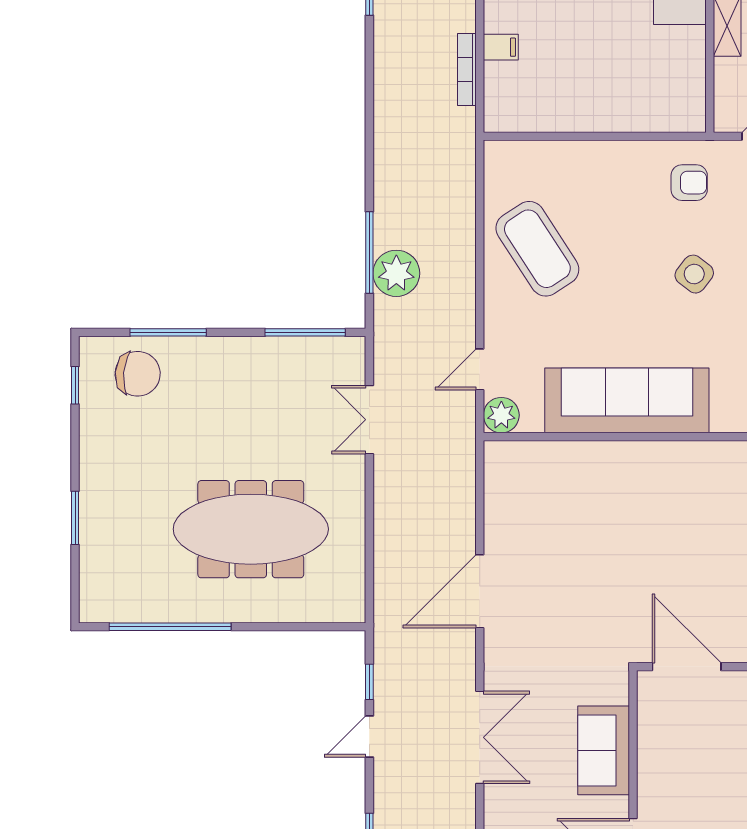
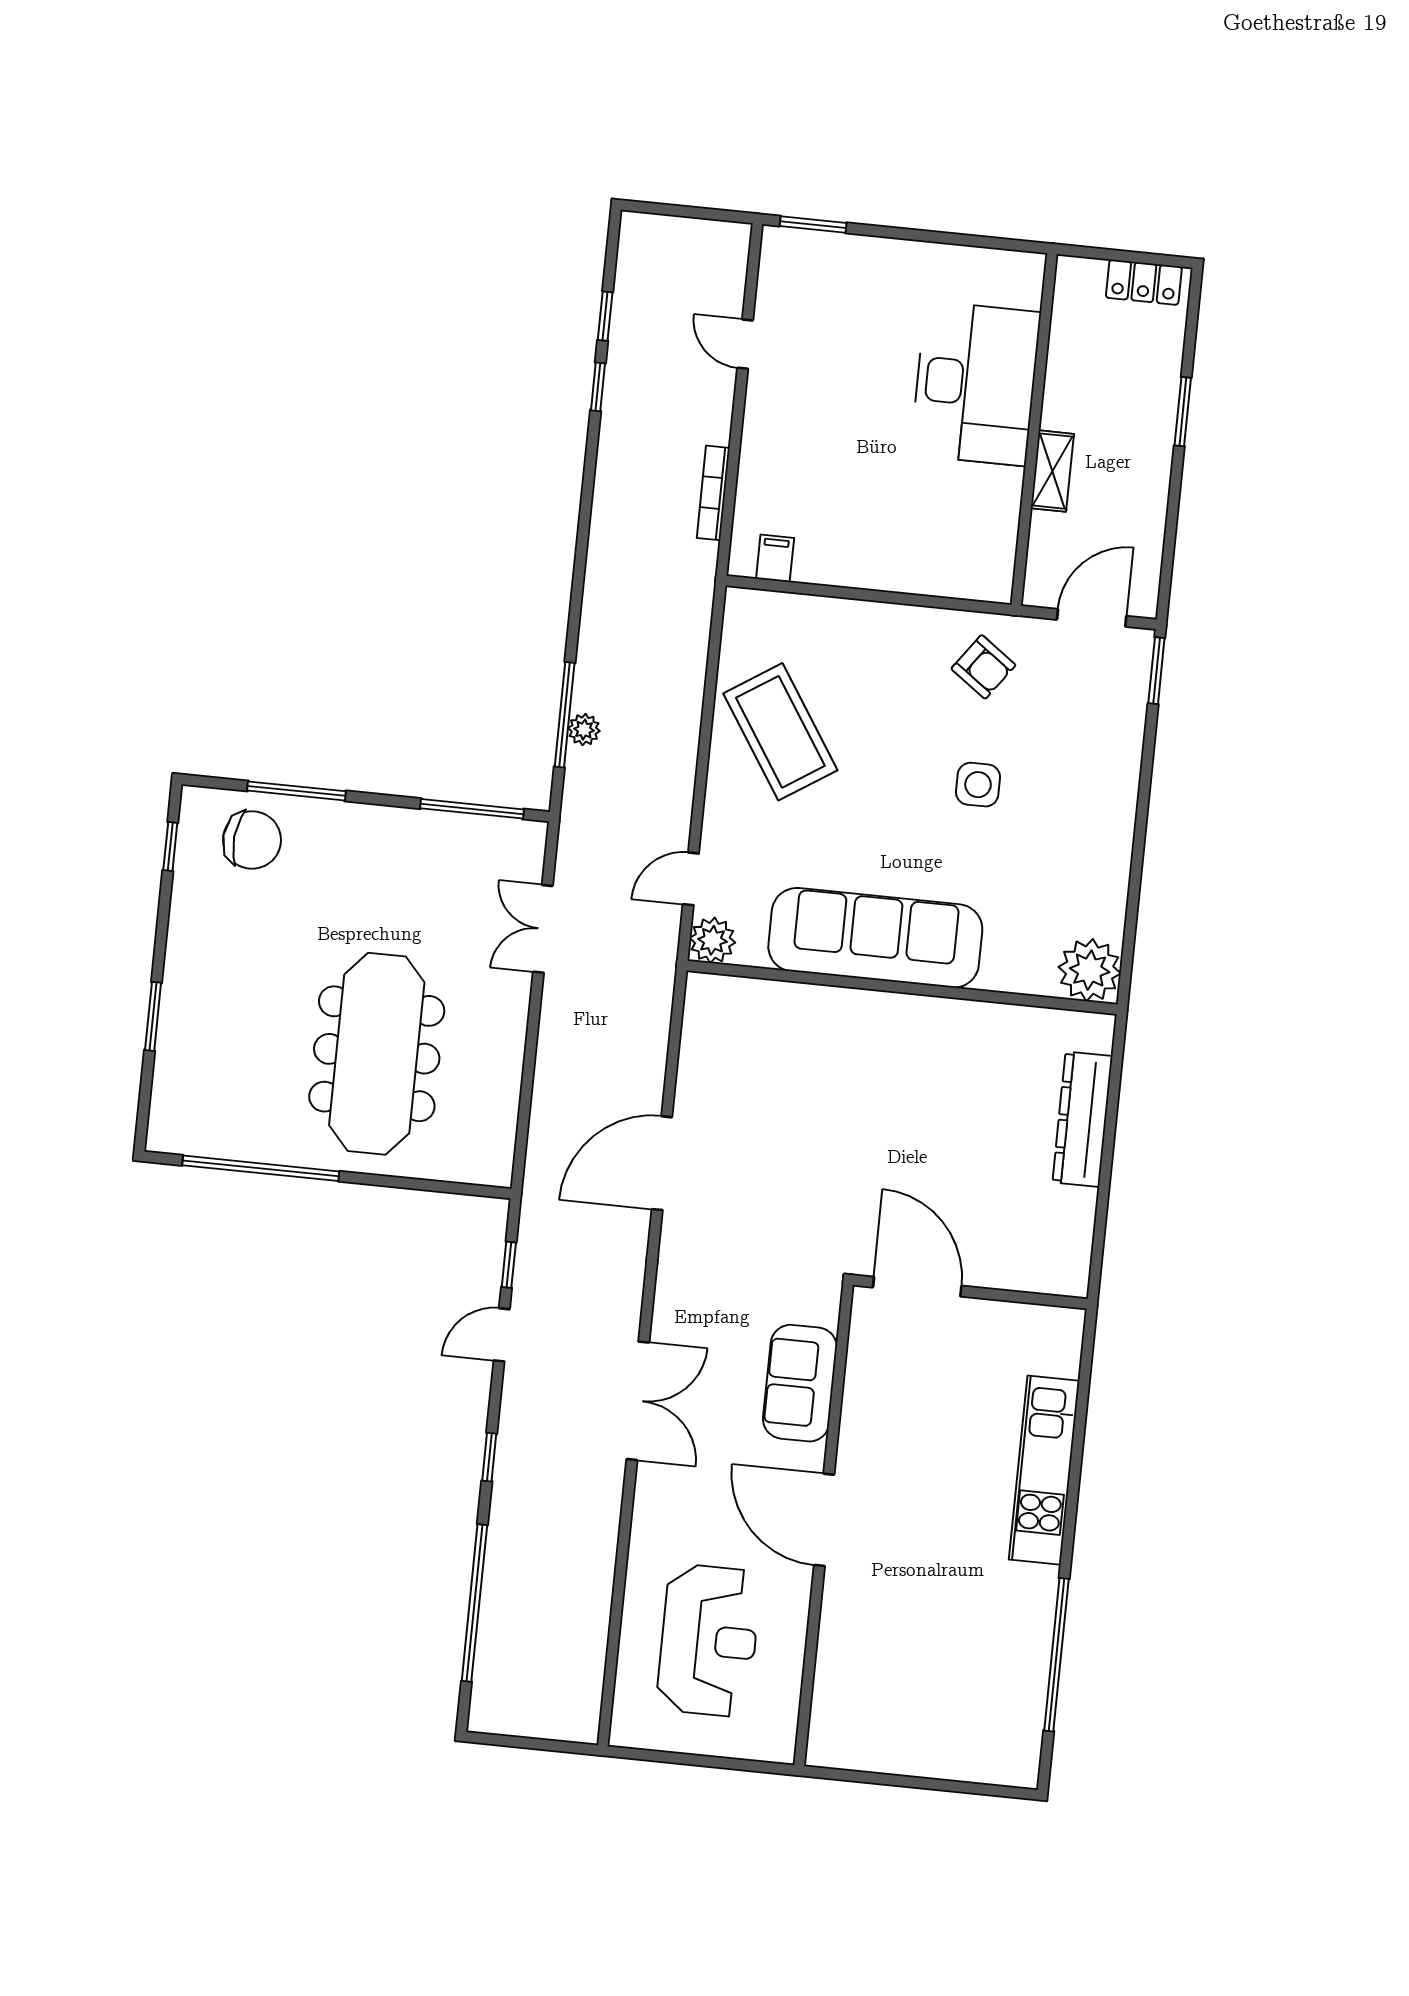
filing cabinet: (501, 47) -> (775, 558), moved, turned -90
armchair: (689, 183) -> (983, 667), turned 36
plant: (396, 273) -> (584, 730), width x0.53, depth x0.53
side table: (694, 274) -> (978, 785), turned -38
meeting table: (251, 529) -> (377, 1054), turned 90
double door: (480, 737) -> (638, 1401), moved

